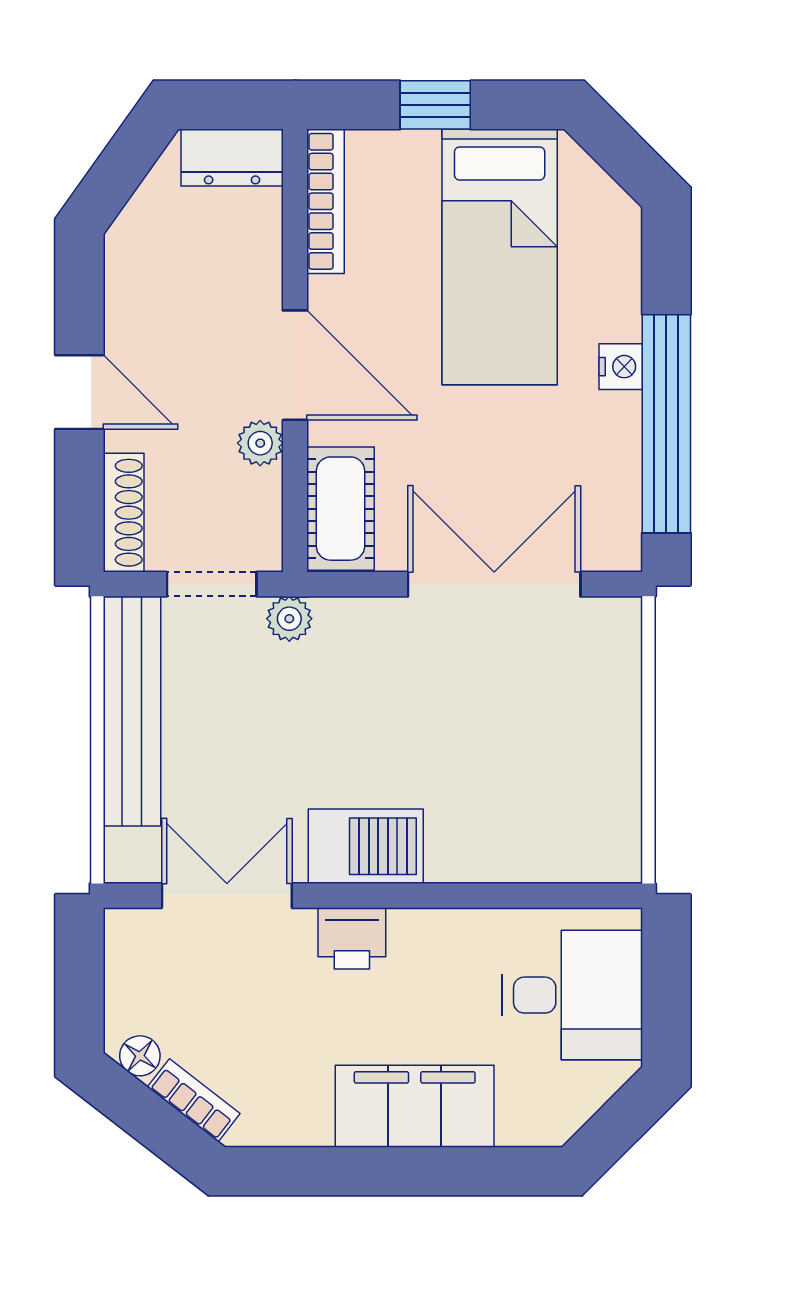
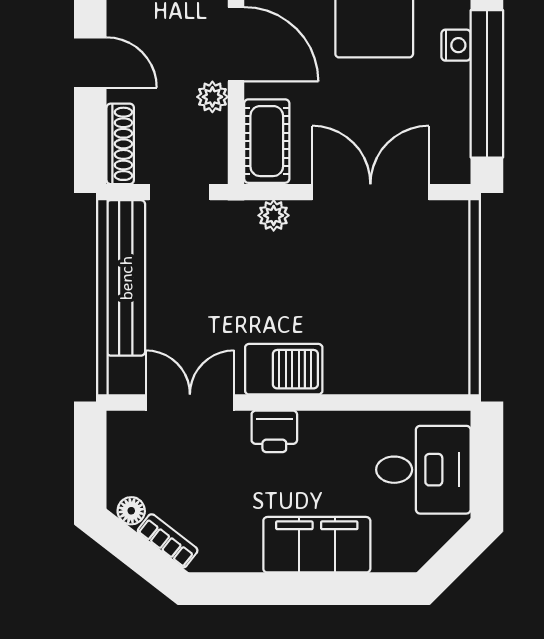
plant: (289, 619) -> (274, 215), moved

